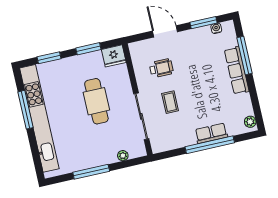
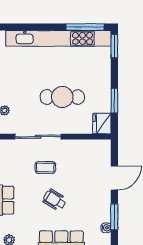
window: (49, 58) -> (114, 46), moved
wheelchair: (161, 68) -> (55, 200), moved, turned 121
window: (25, 110) -> (85, 27), moved

